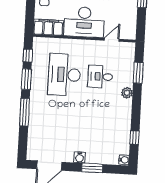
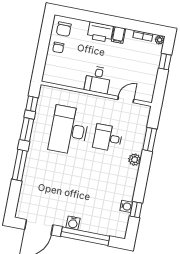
desk: (84, 22) -> (98, 80), width x0.53, depth x0.77
filing cabinet: (48, 27) -> (59, 76), removed
water cooler: (124, 160) -> (126, 206), moved
window: (92, 168) -> (85, 236), width x2.11

